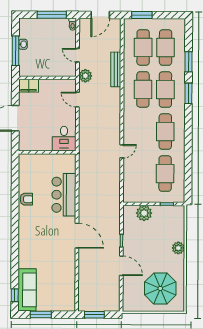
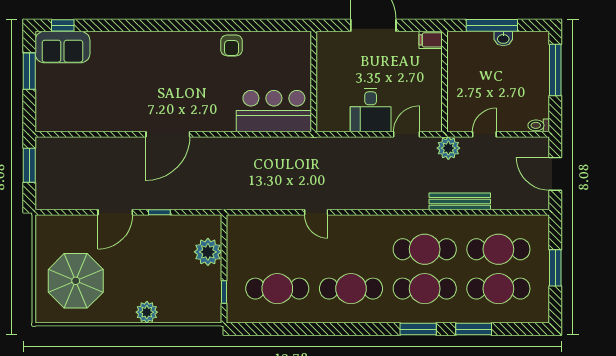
window: (52, 15) -> (555, 70), moved
window: (142, 15) -> (555, 268), moved
filing cabinet: (29, 86) -> (431, 40), width x0.50
desk: (64, 139) -> (371, 110), moved, turned -90
bar counter: (64, 195) -> (274, 111), moved
sofa: (27, 290) -> (62, 47), width x0.73

